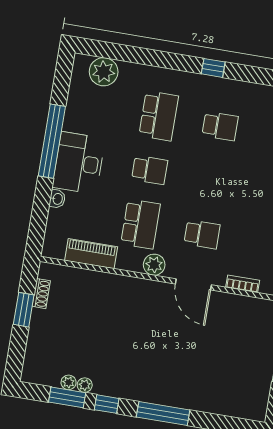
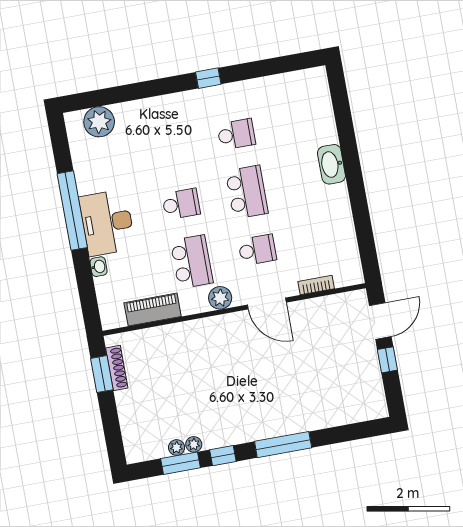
school desk: (159, 116) -> (247, 192), moved
shoe rack: (41, 294) -> (117, 368), width x1.43
window: (24, 310) -> (102, 374), moved

